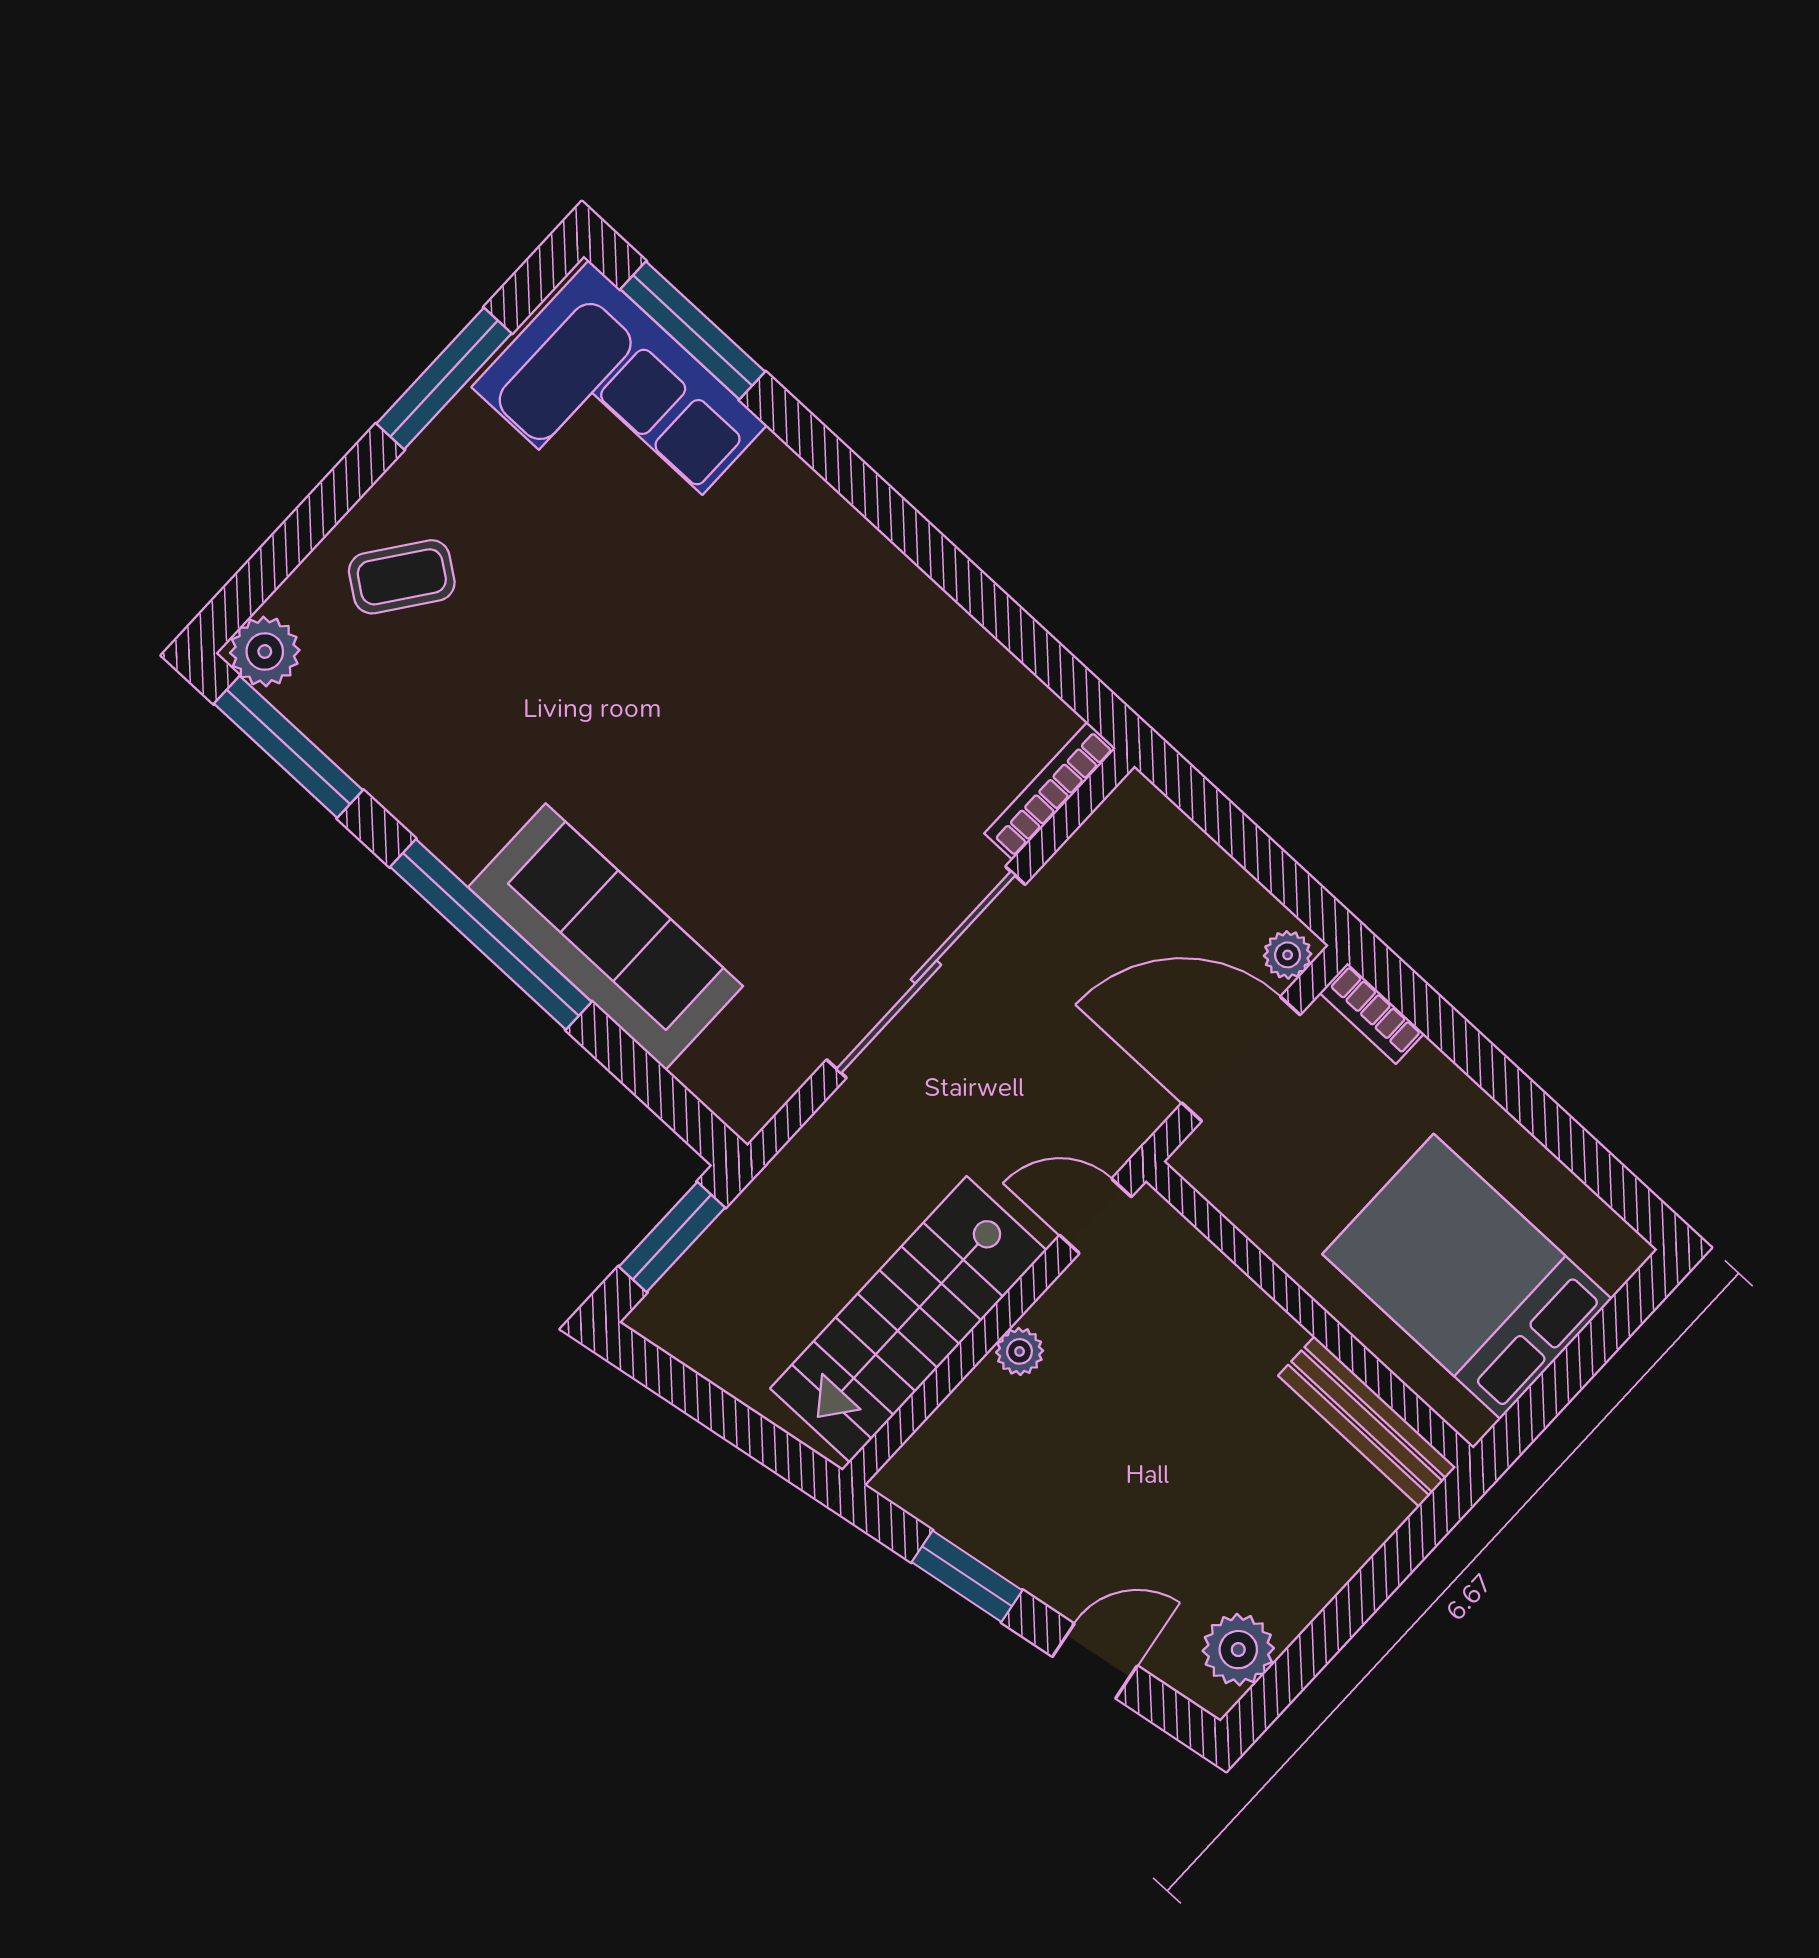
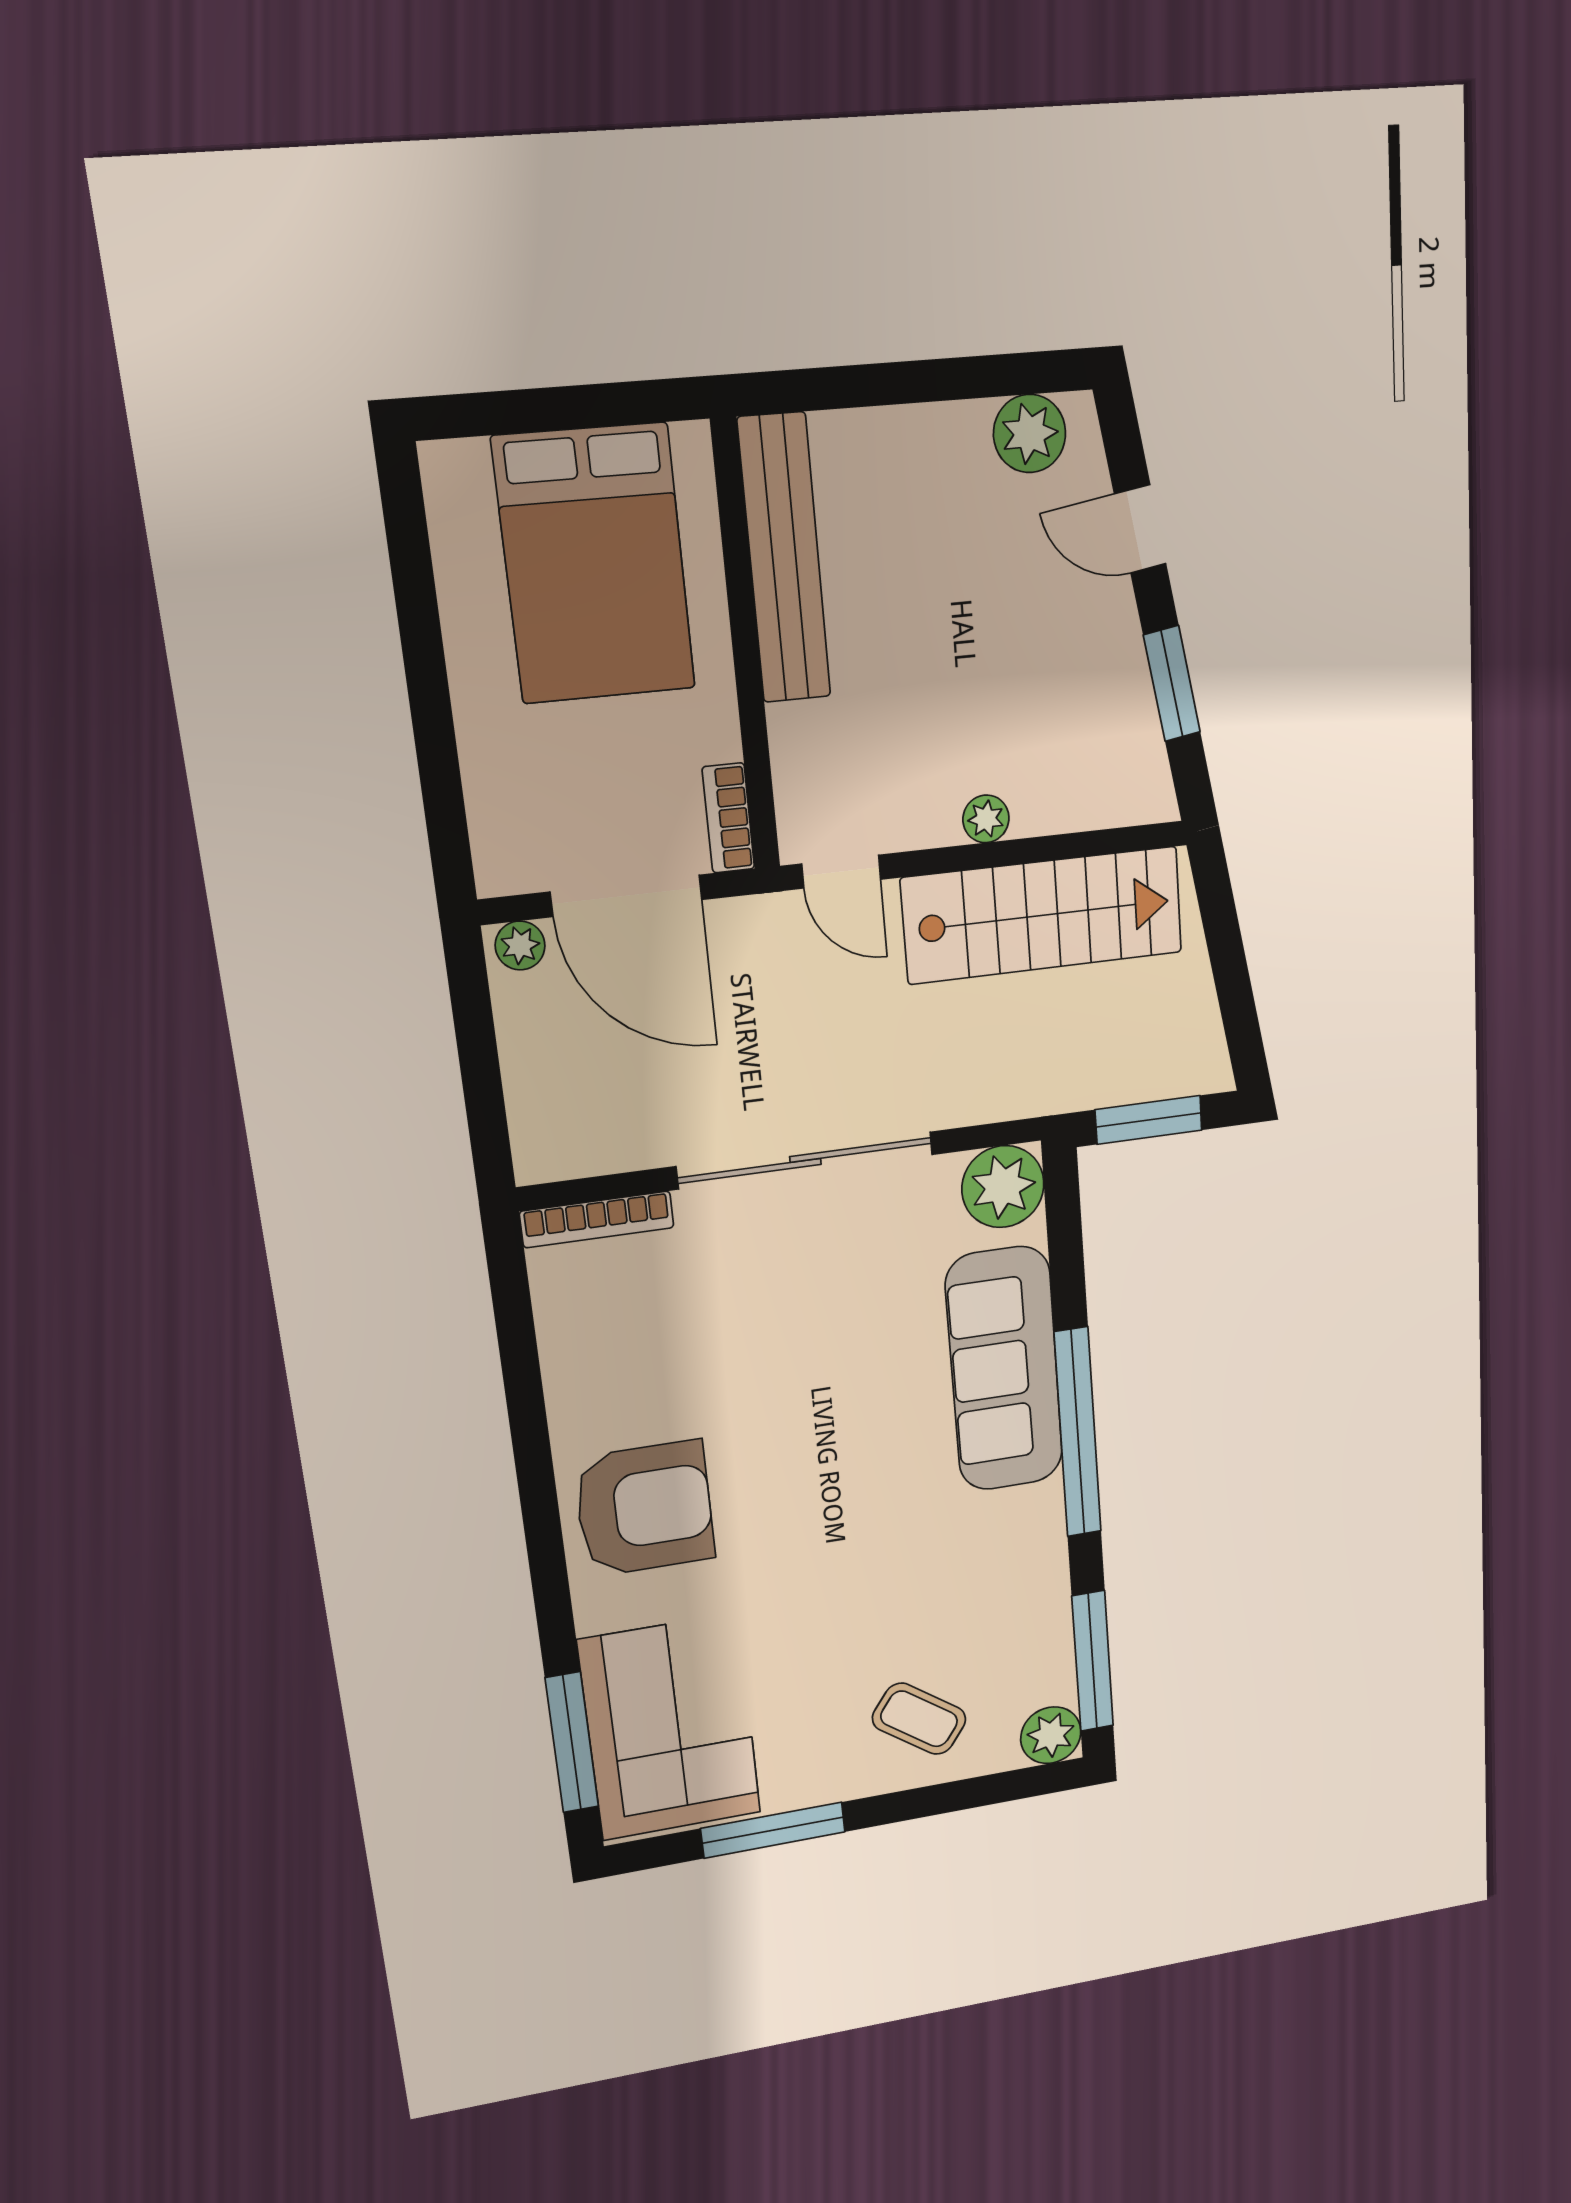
armchair: (807, 582) -> (644, 1509), added
bookcase: (1372, 1014) -> (728, 818), moved, turned 180
plant: (745, 1084) -> (1003, 1187), added
bench: (1367, 1421) -> (784, 559), width x1.37, depth x1.21

